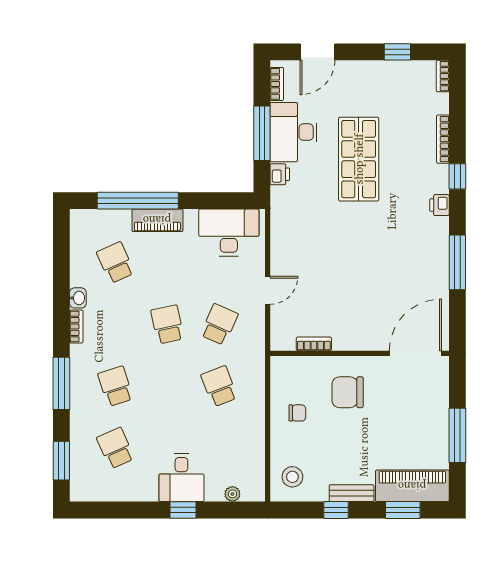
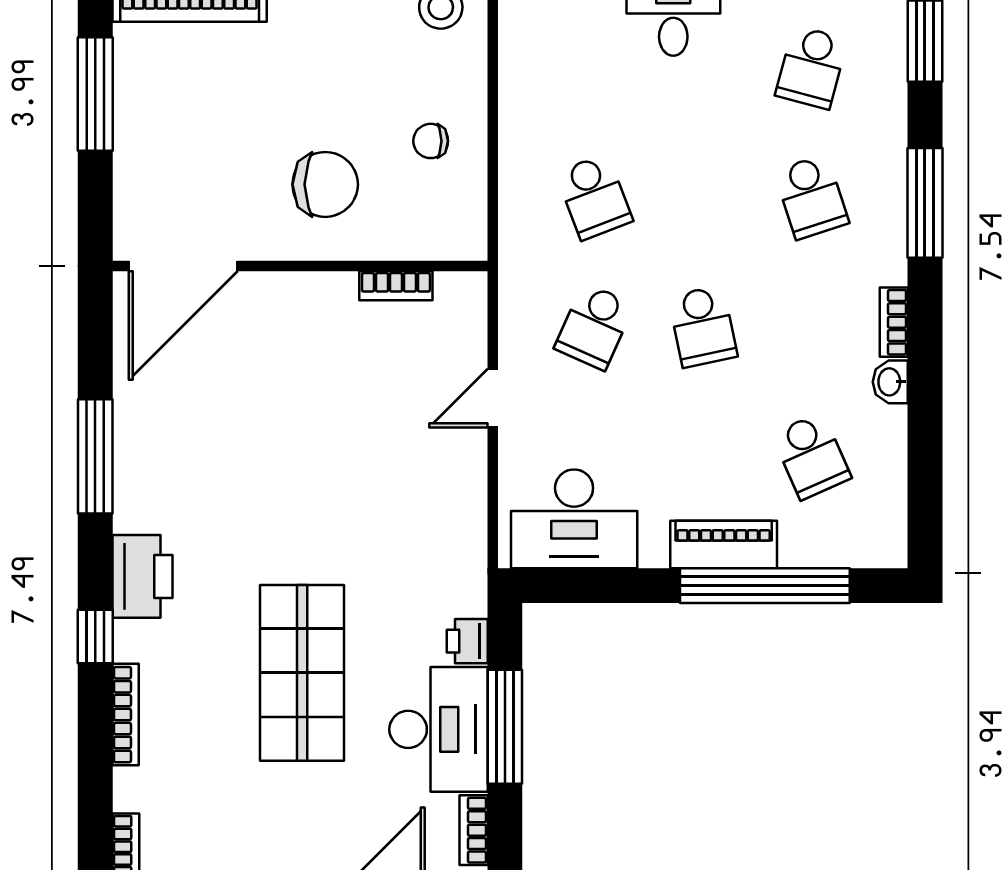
printer: (440, 205) -> (142, 576), width x1.87, depth x1.48
school desk: (116, 448) -> (811, 67), turned 39

